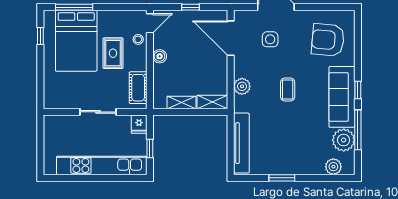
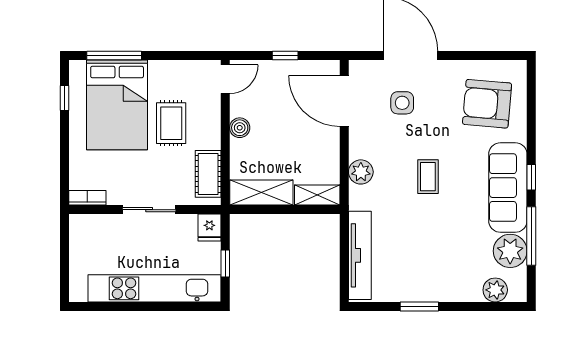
stool: (138, 39) -> (208, 103), removed
shelving: (182, 102) -> (261, 193), width x1.50, depth x1.33
bookcase: (56, 104) -> (87, 198), added

